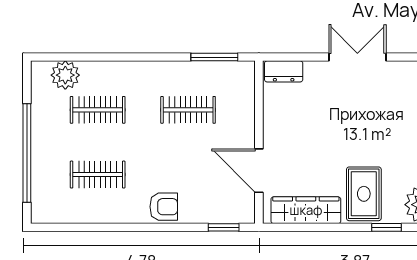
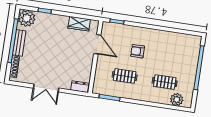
clothes rail: (98, 175) -> (169, 53), removed
rug: (364, 194) -> (52, 27), removed
armchair: (164, 207) -> (138, 51), moved
wardrobe: (306, 210) -> (79, 24), width x0.67

